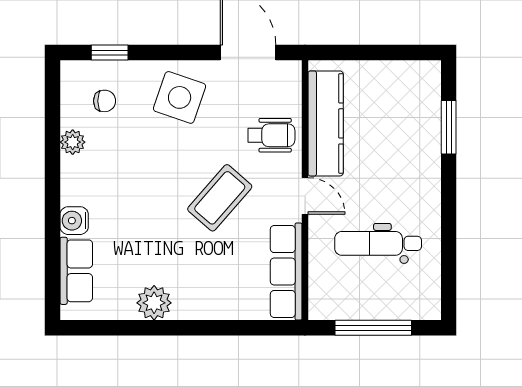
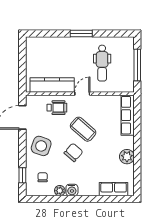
window: (449, 127) -> (81, 34), moved
wheelchair: (271, 135) -> (57, 108), turned 90
chair: (164, 175) -> (73, 152), added
water cooler: (74, 221) -> (72, 190), moved
row of seats: (286, 272) -> (128, 115), moved, turned 90

